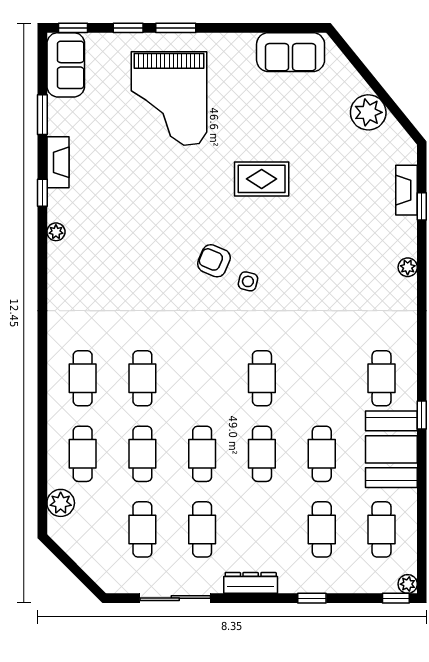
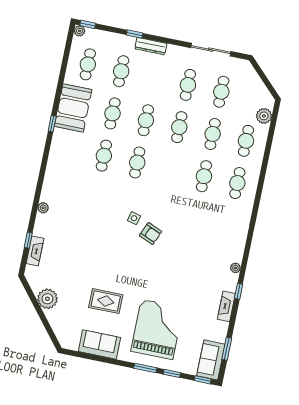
sofa: (291, 52) -> (99, 344), moved
window: (42, 115) -> (227, 349), moved
rug: (262, 179) -> (106, 301), moved
cafe table: (382, 378) -> (104, 156), moved
dresser: (251, 583) -> (151, 46), moved

